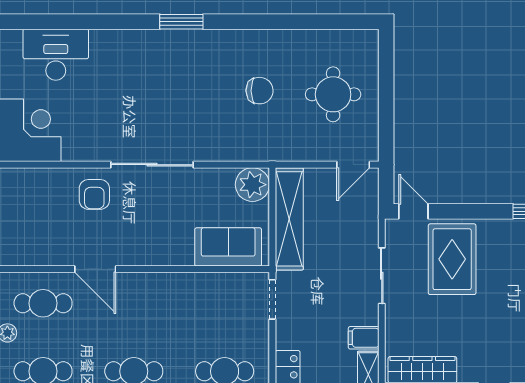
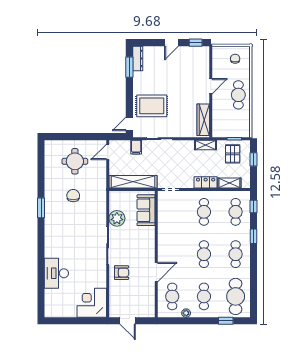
window: (181, 22) -> (41, 208), moved
desk: (56, 55) -> (56, 273), moved
door: (353, 165) -> (108, 152), swing flipped
plant: (252, 185) -> (117, 218), moved
filing cabinet: (364, 338) -> (136, 147), moved

